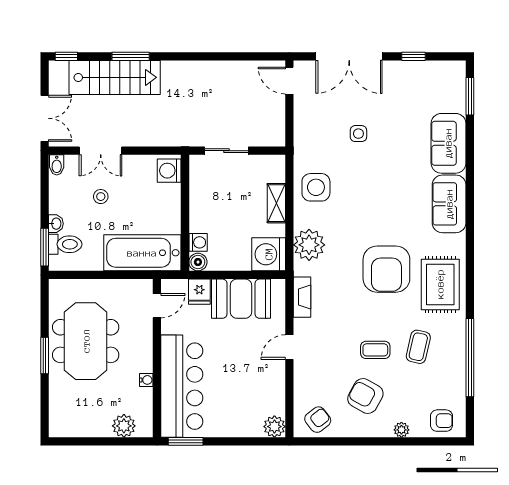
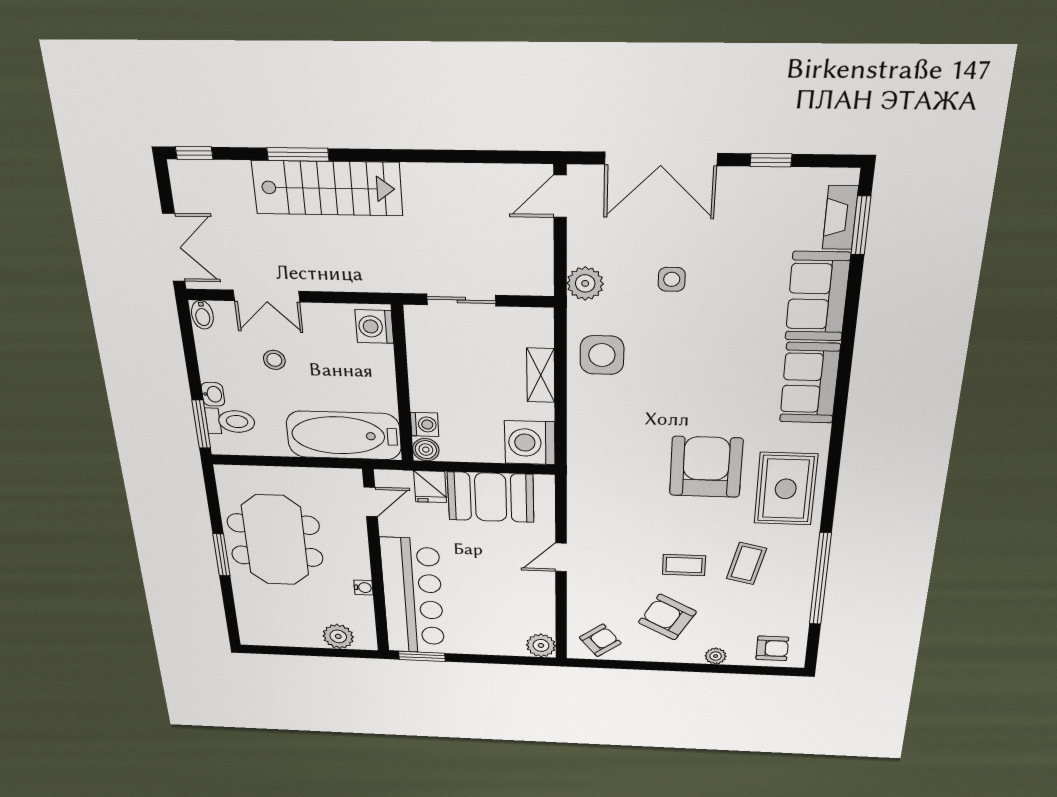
stairs: (115, 77) -> (327, 188), moved
door: (289, 81) -> (560, 196), hinge flipped
plant: (309, 245) -> (585, 283), moved, width x0.73, depth x0.73
armchair: (386, 269) -> (706, 467), turned 180
fireplace: (302, 297) -> (840, 218), moved, turned 180

